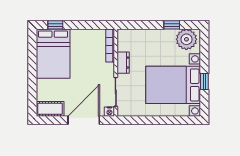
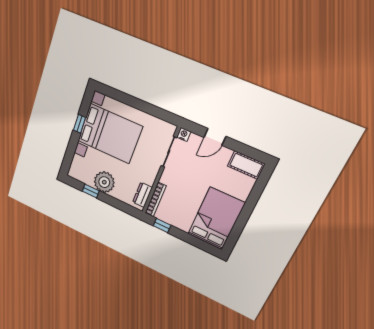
window: (55, 25) -> (162, 225), moved
plant: (186, 39) -> (104, 182), moved
dresser: (123, 63) -> (142, 195), moved
door: (84, 120) -> (215, 137), width x0.53

